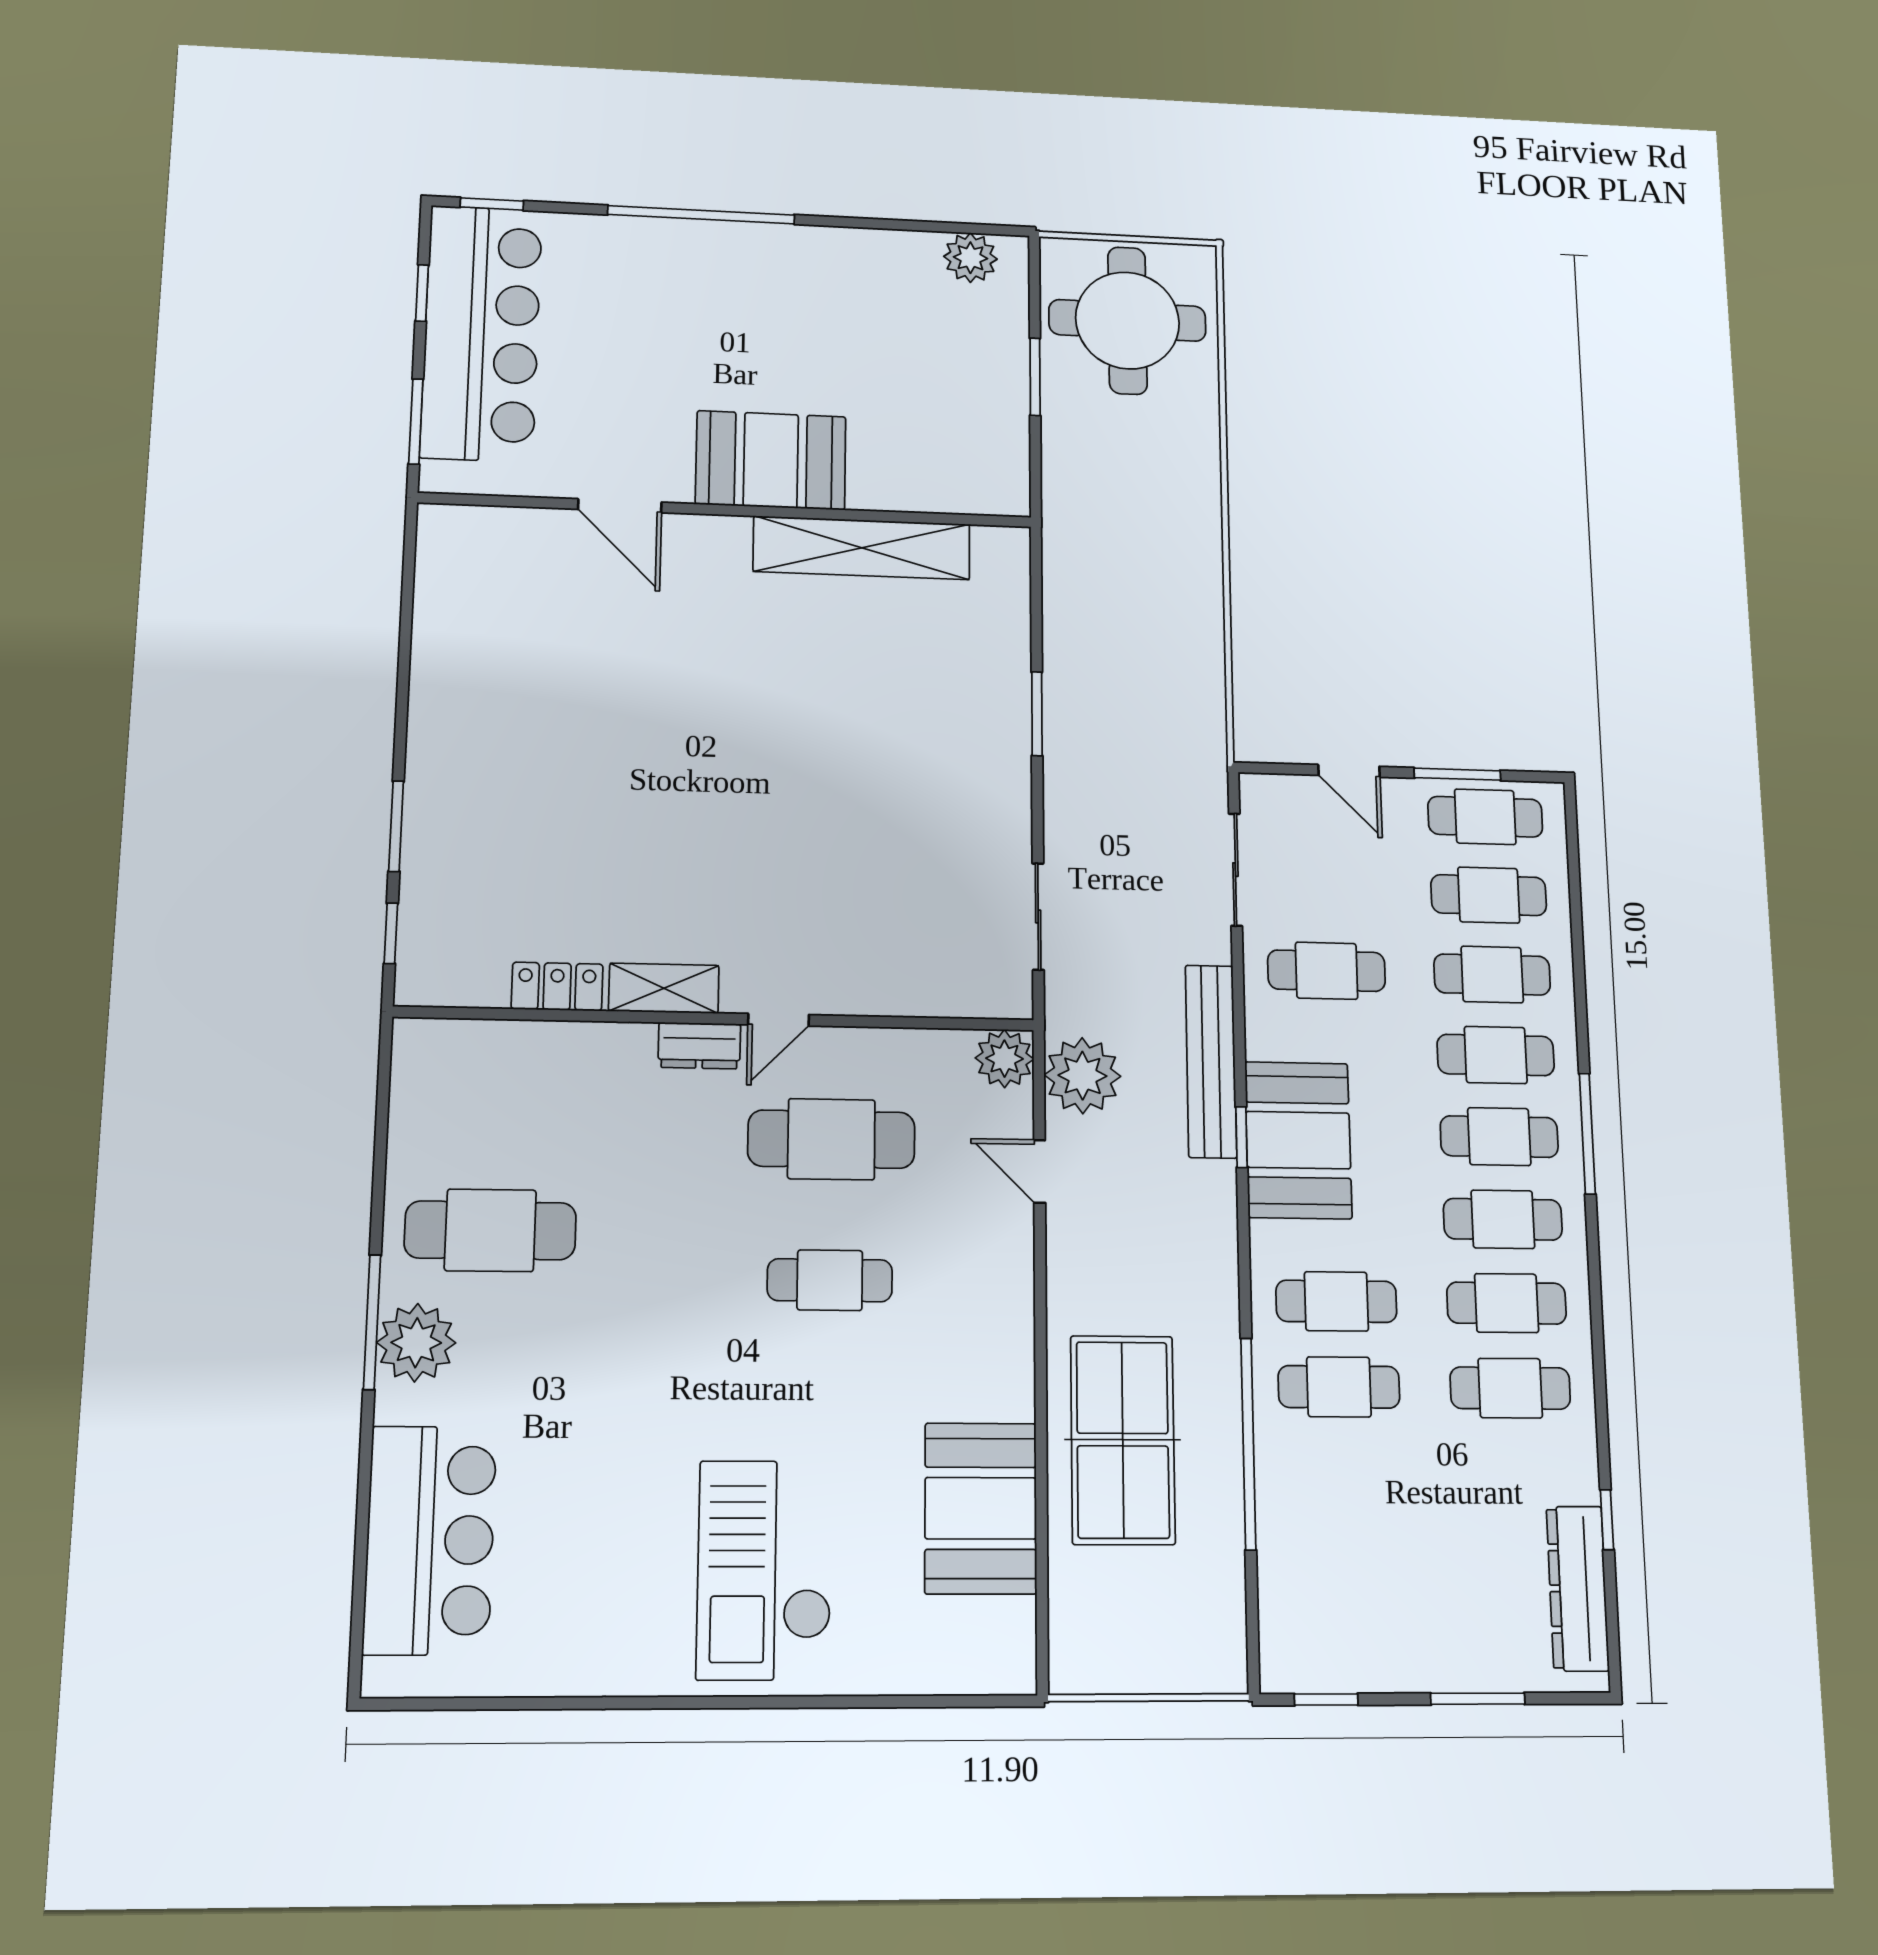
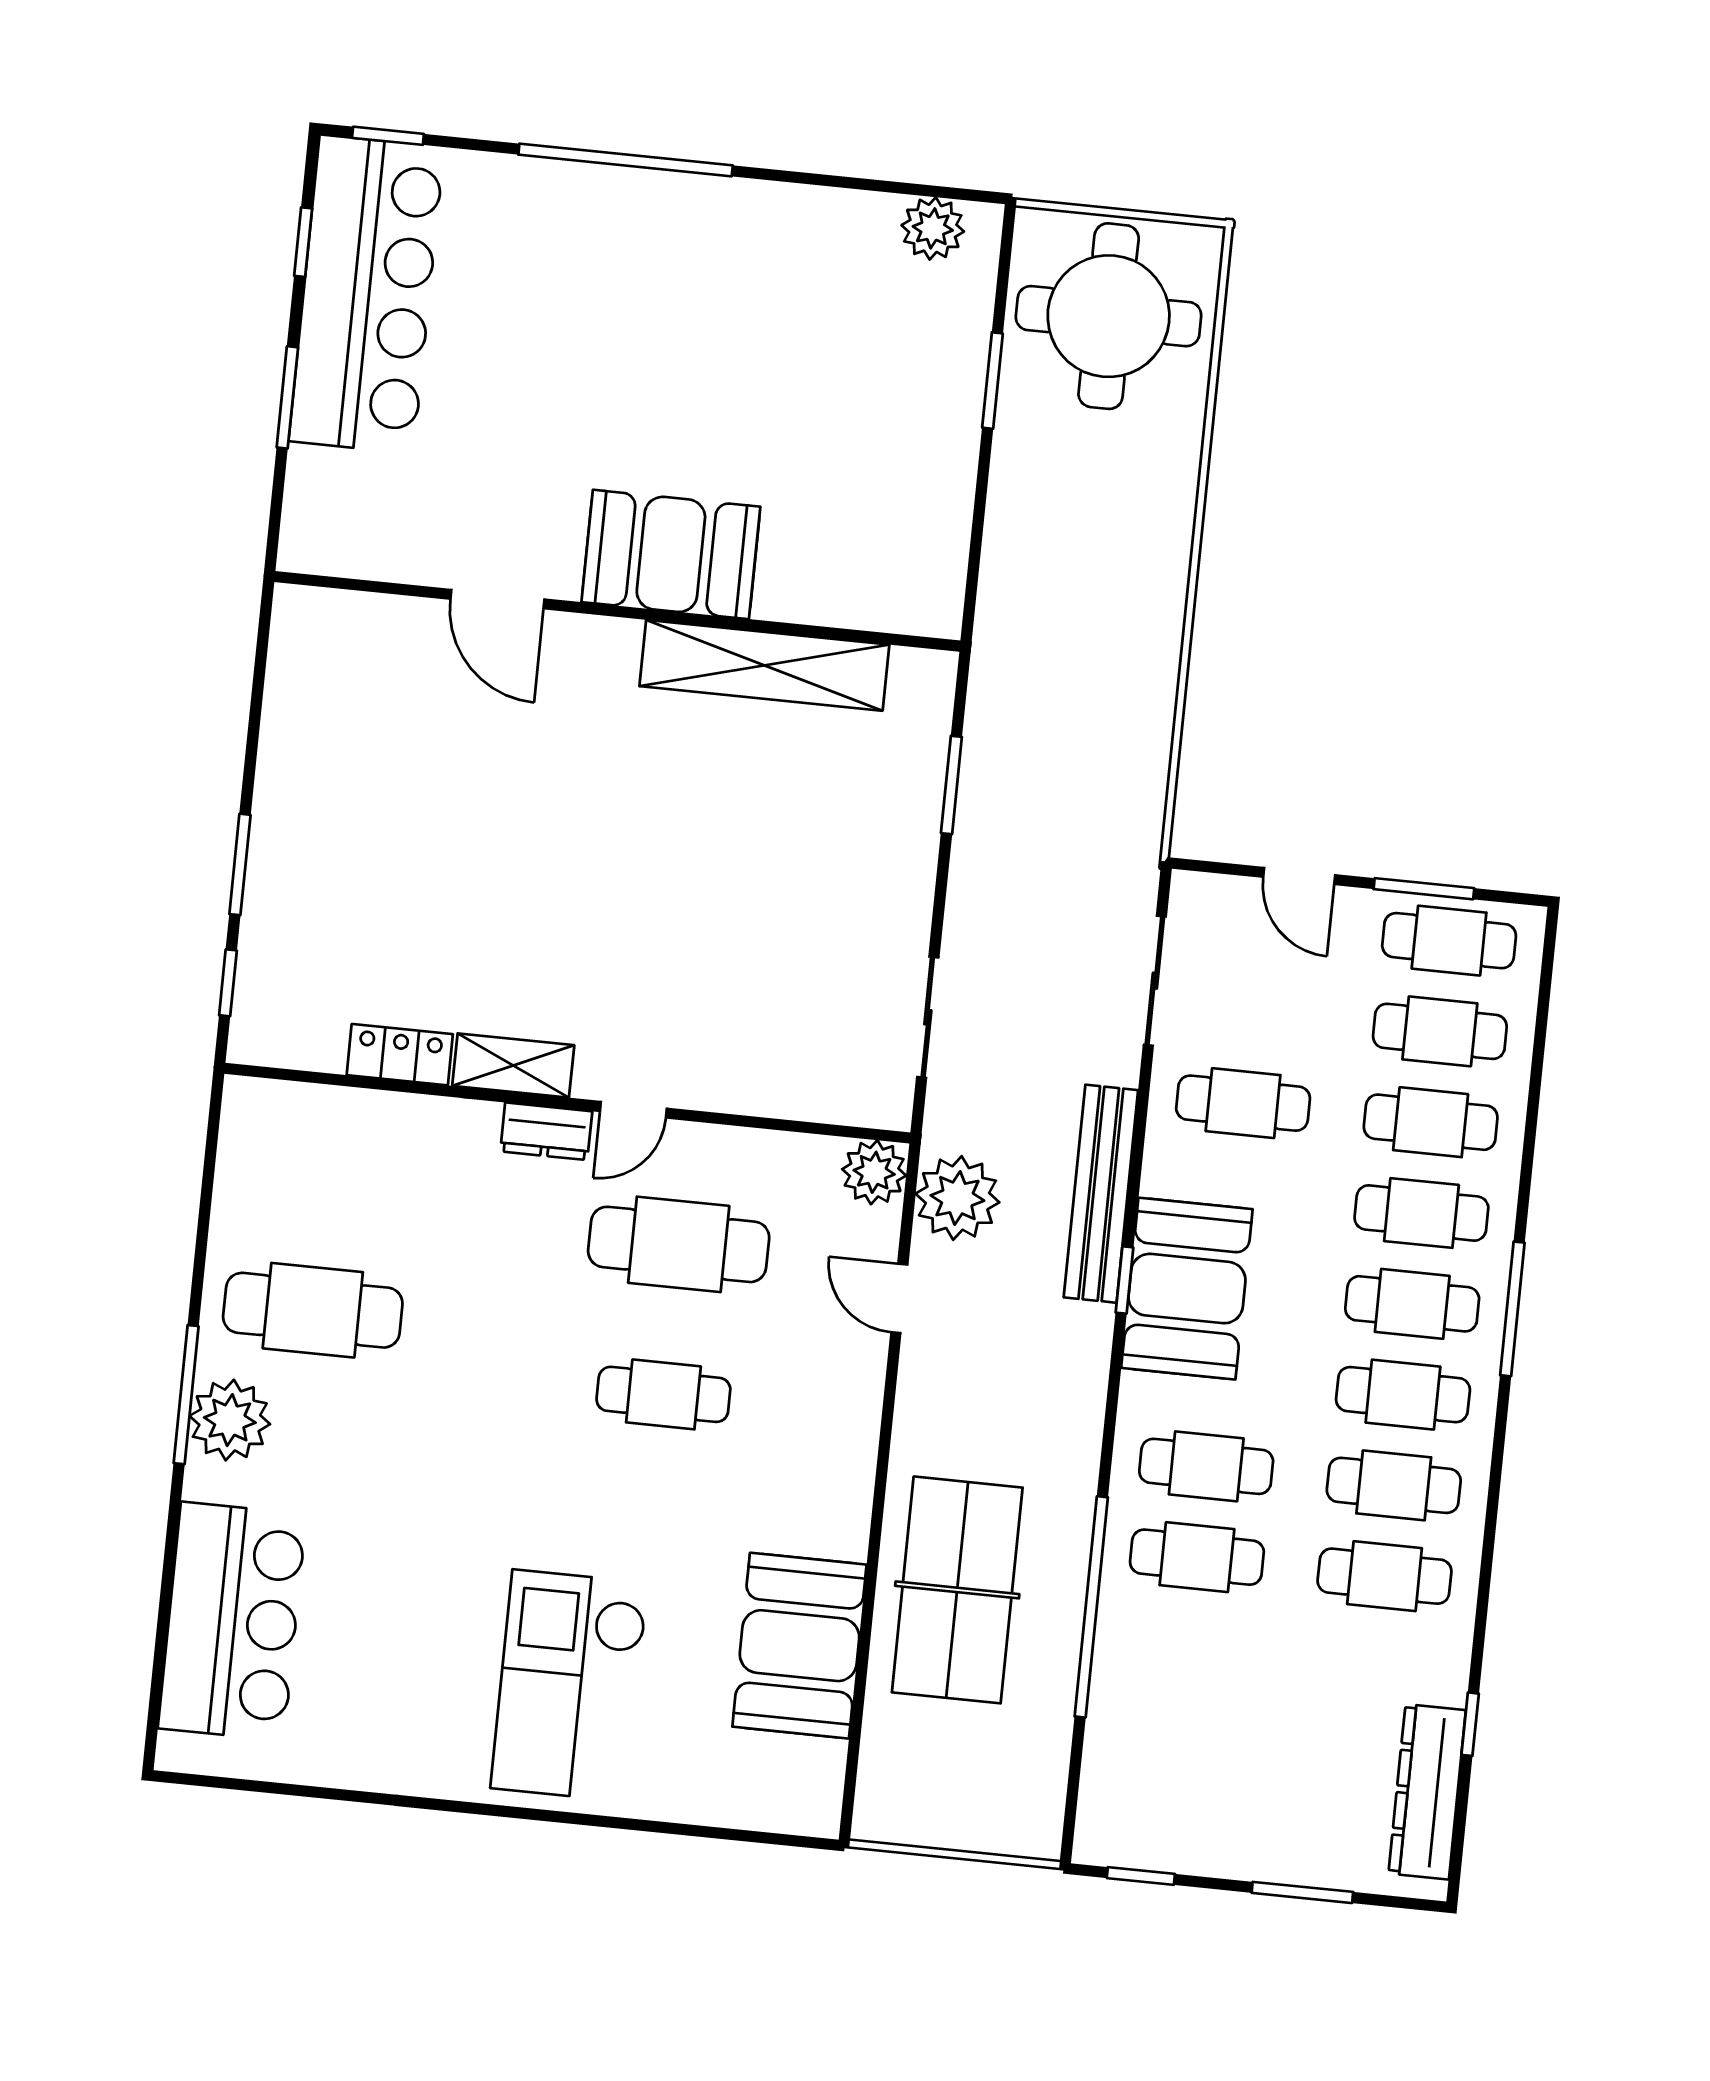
booth: (771, 460) -> (671, 554), moved
door: (620, 506) -> (497, 599), moved
wall: (728, 510) -> (617, 611), moved
shelving: (862, 548) -> (764, 665), moved

